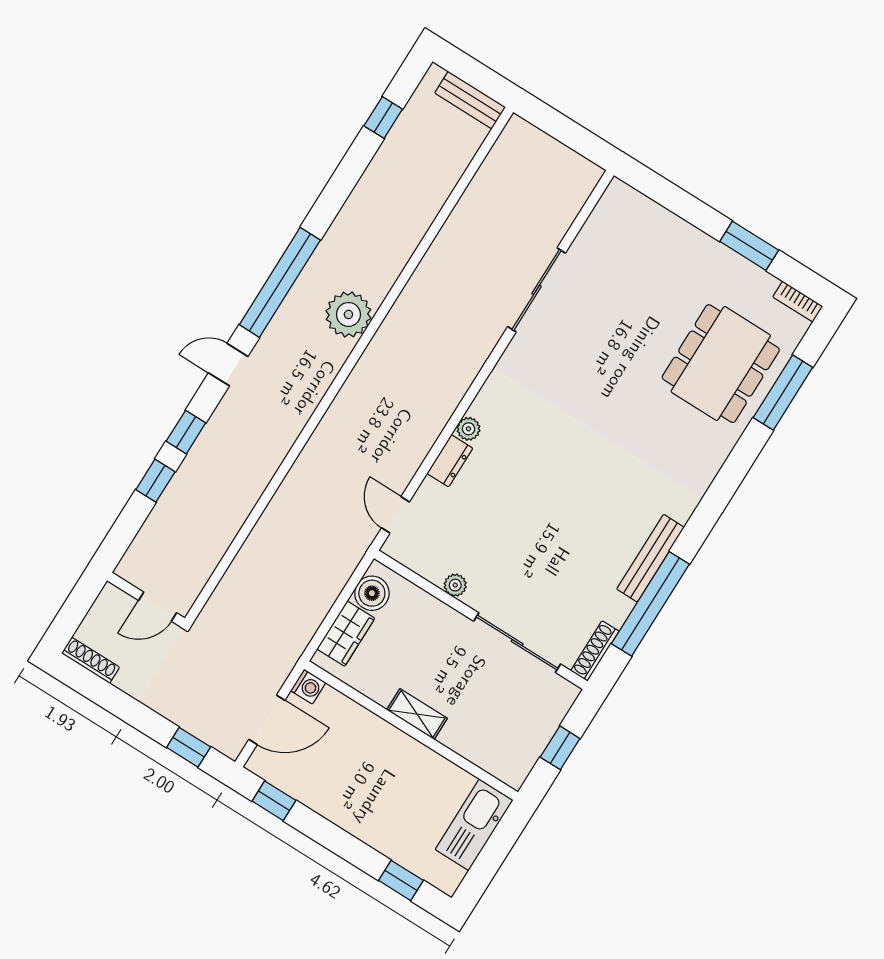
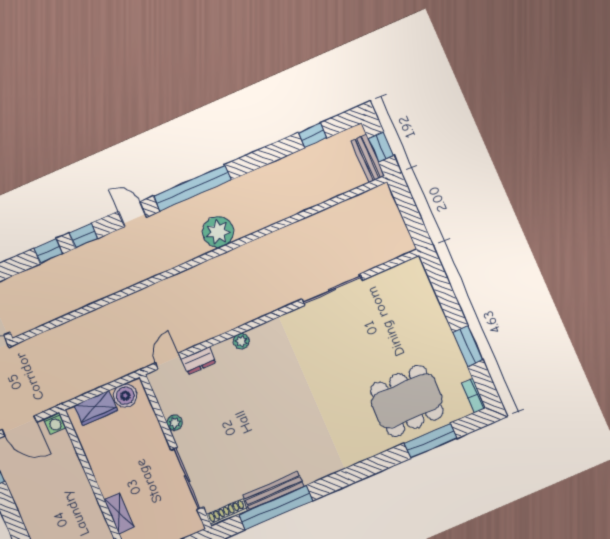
window: (477, 75) -> (381, 147), added
dresser: (450, 461) -> (199, 361), moved
bench: (650, 558) -> (273, 491), moved
shelving: (417, 714) -> (119, 513), moved

